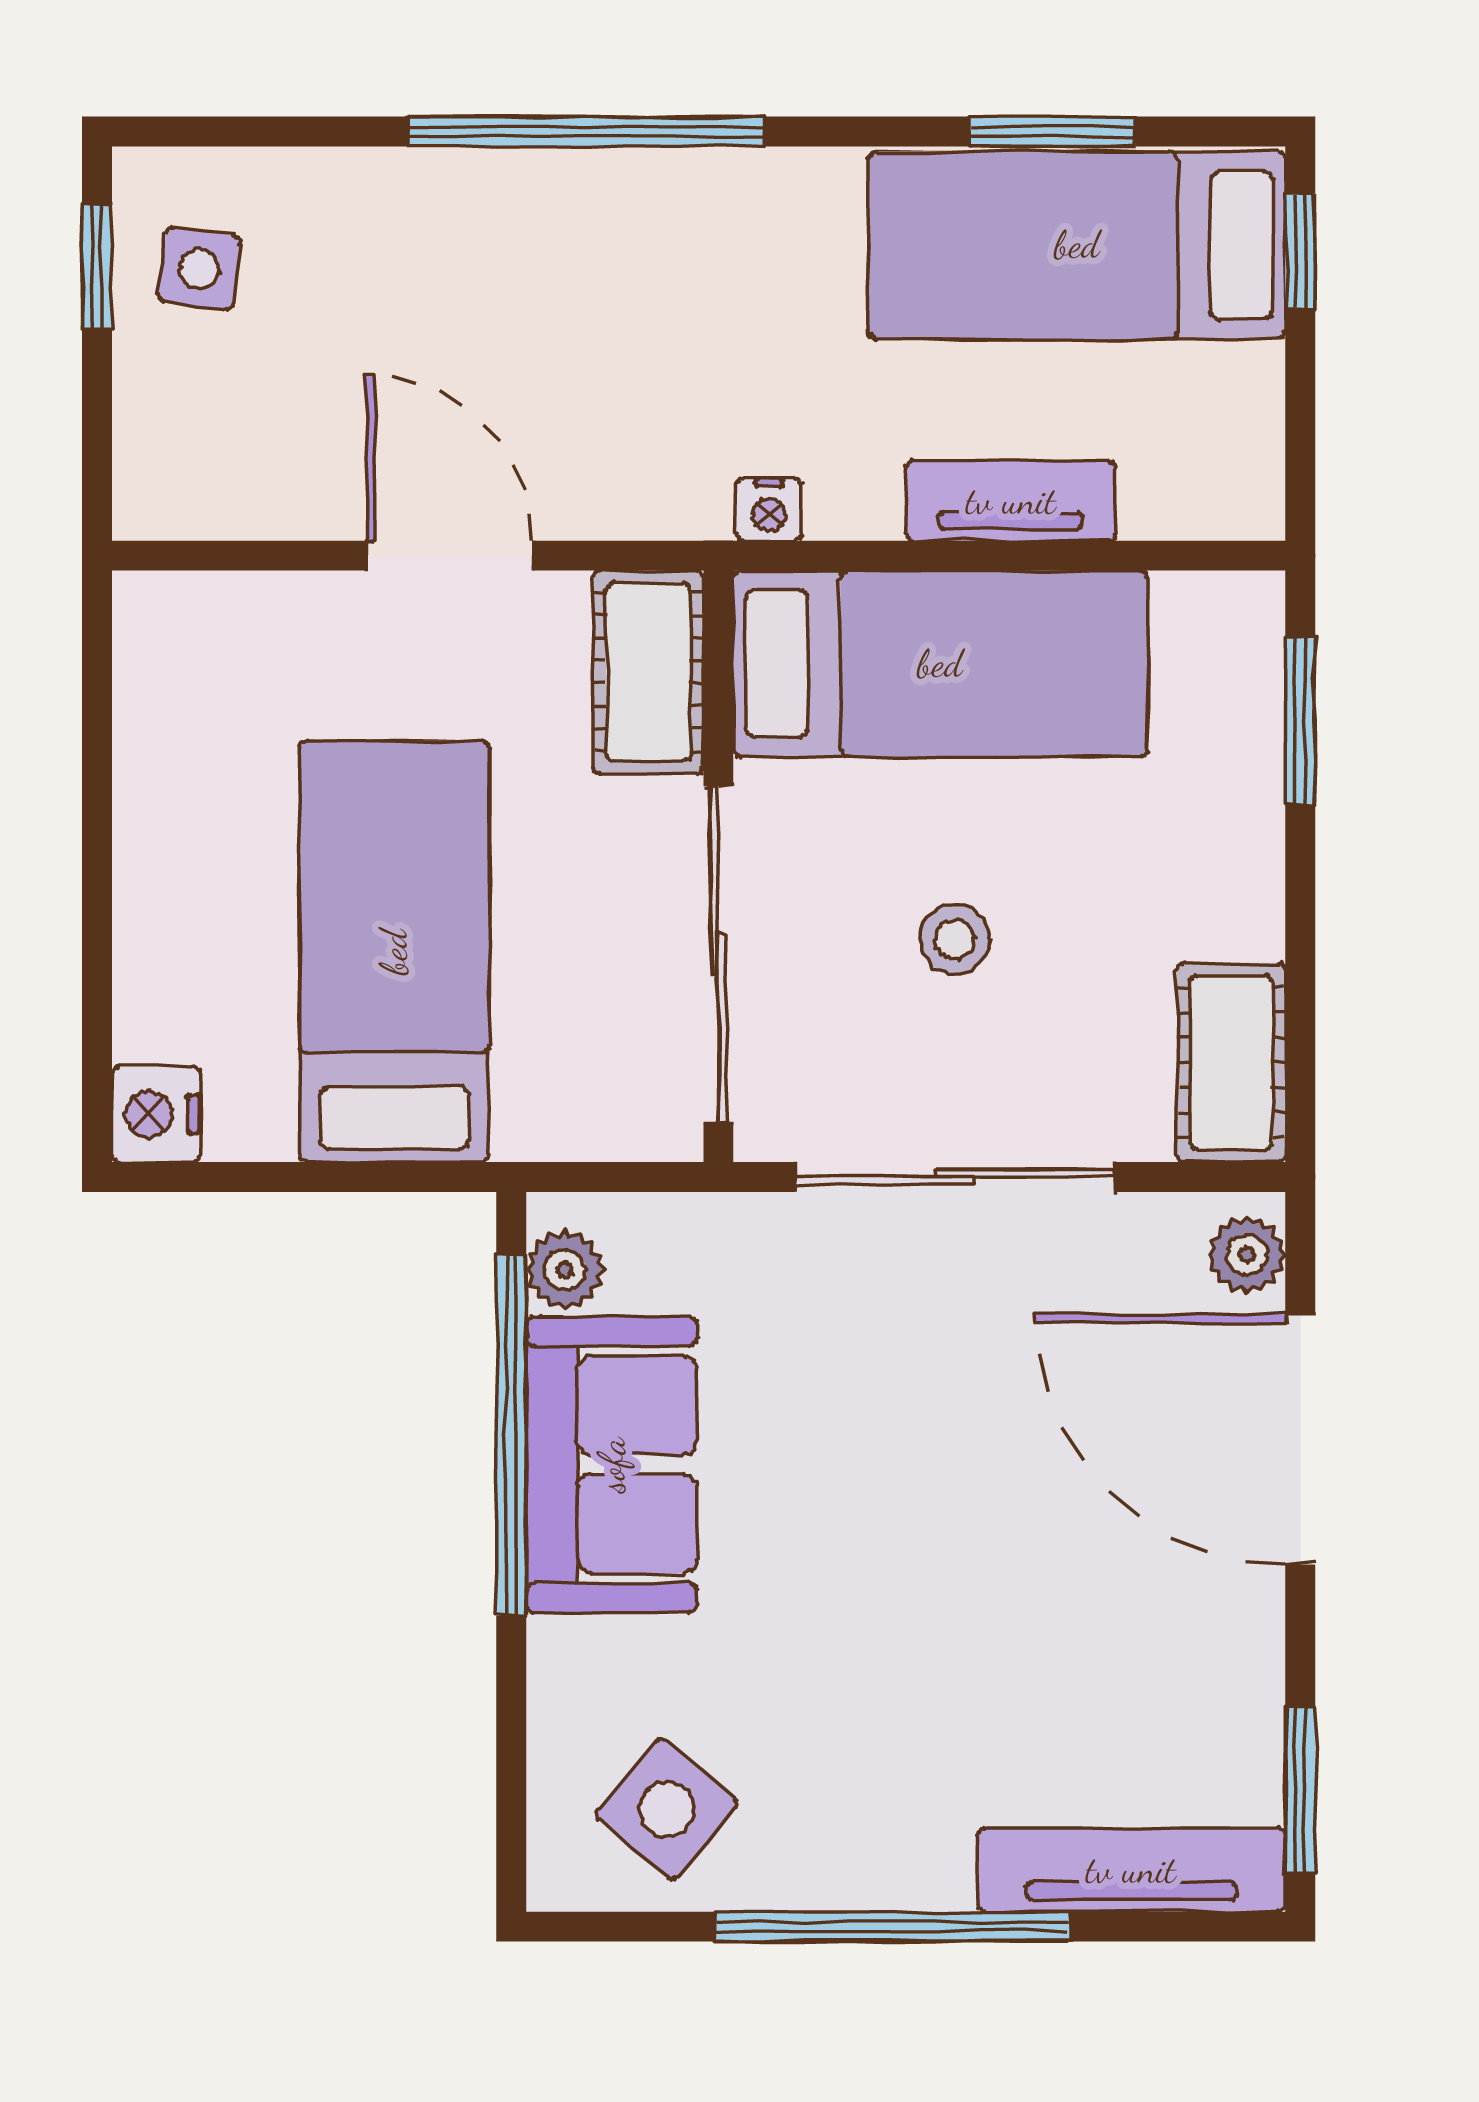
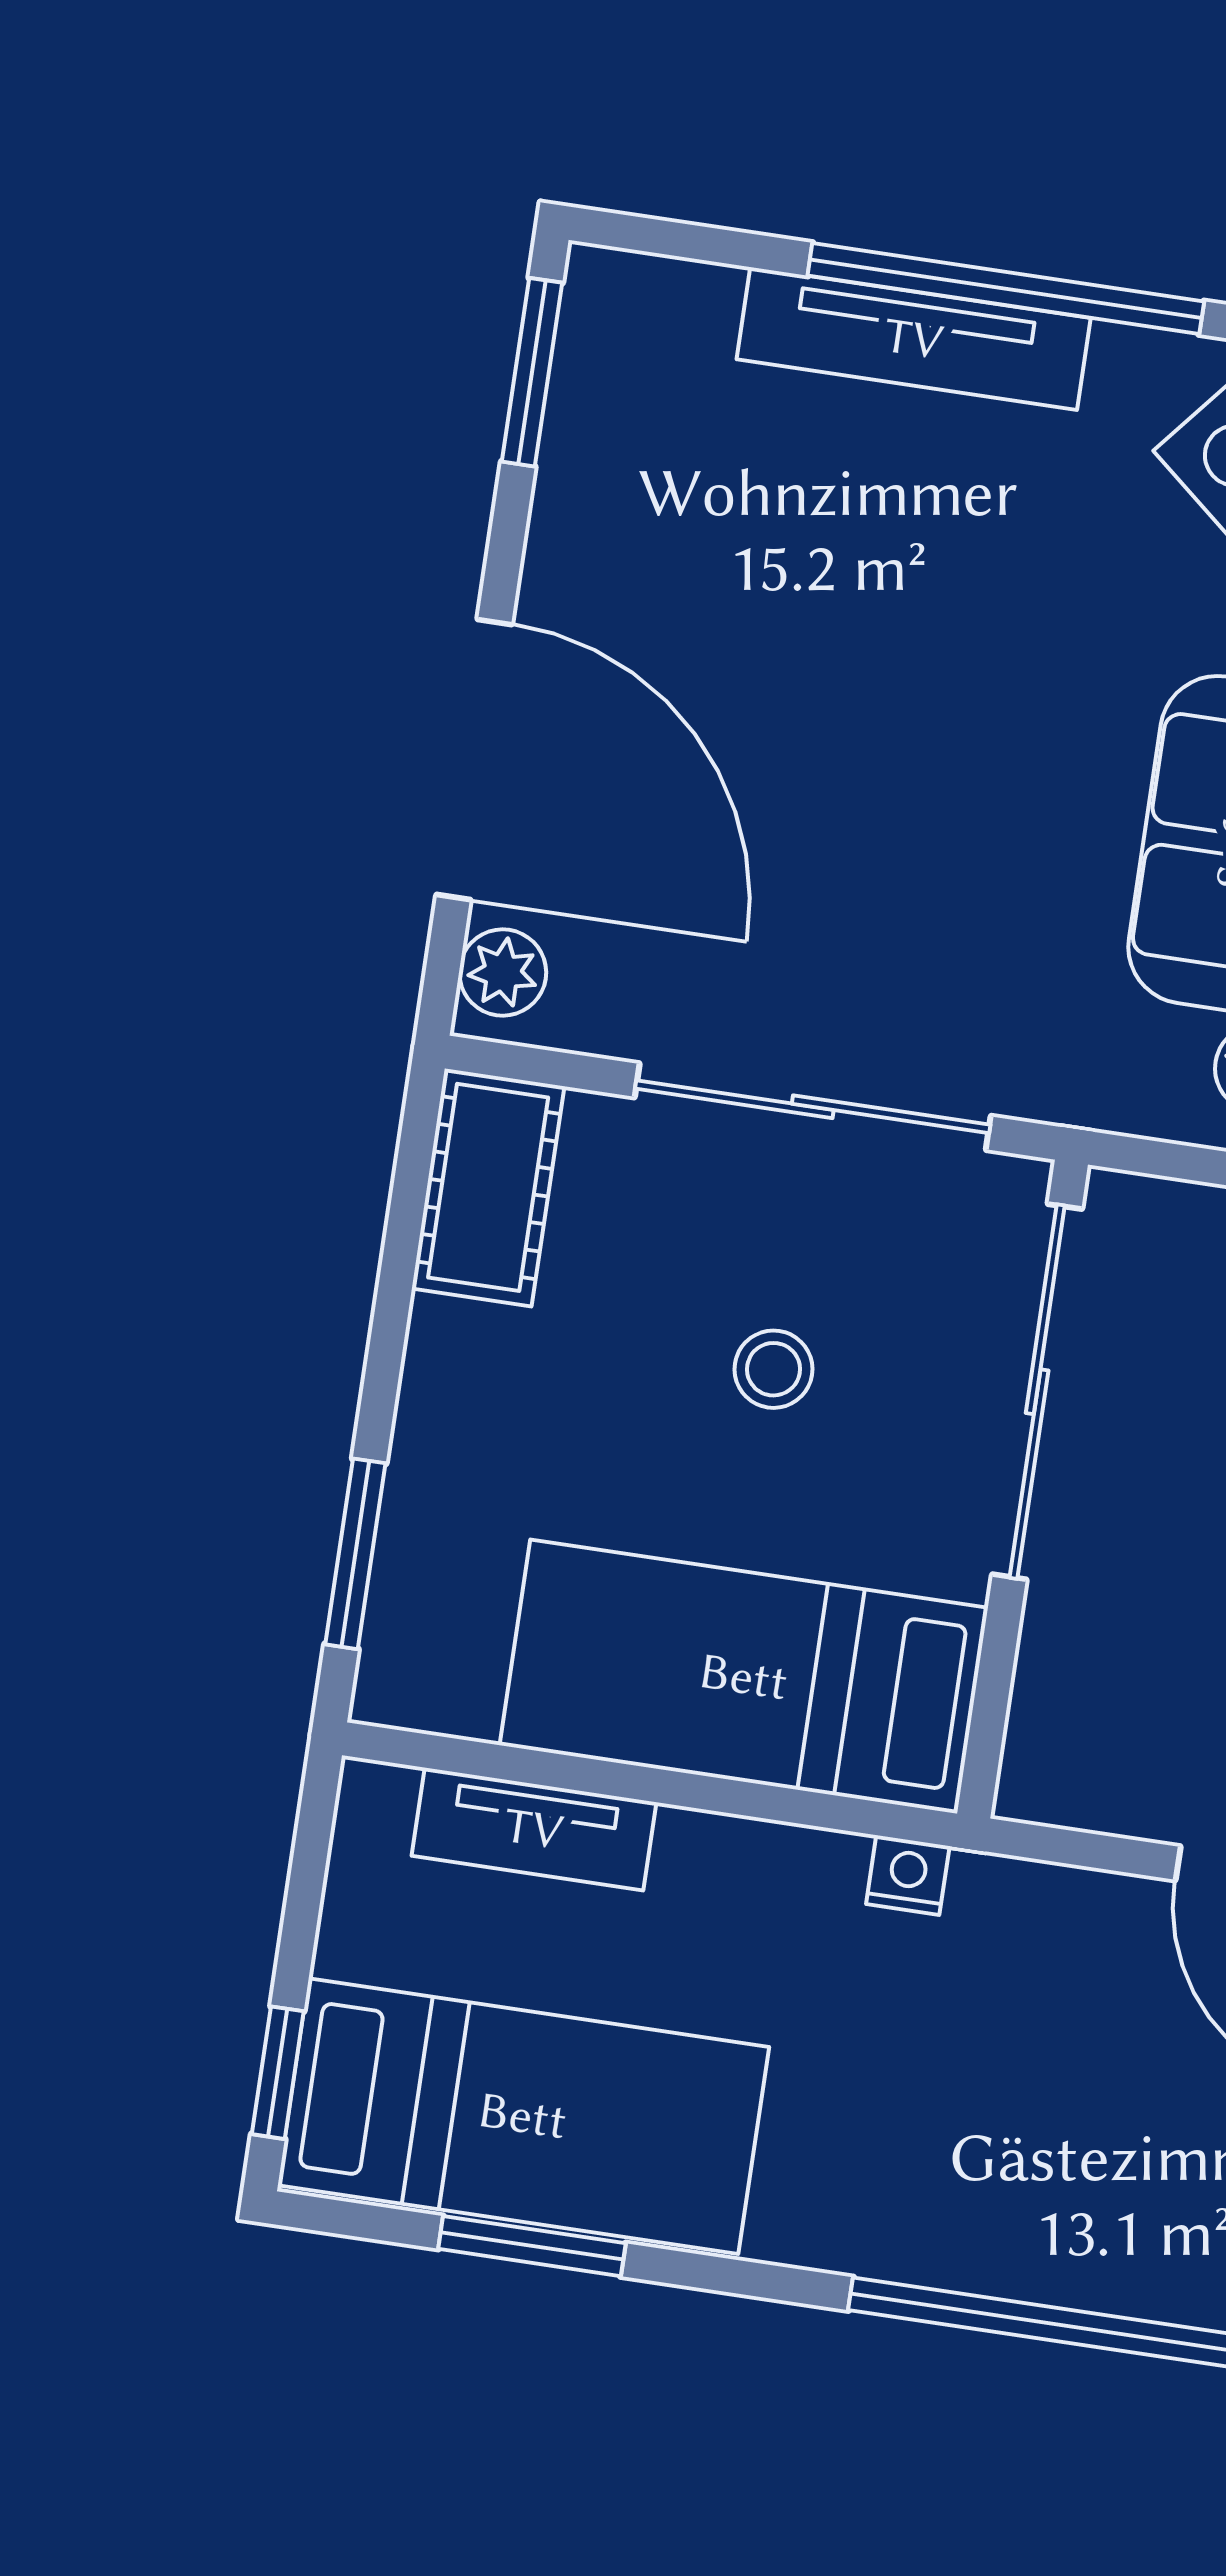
tv unit: (1011, 501) -> (534, 1829), moved
cot: (648, 672) -> (1068, 1715), removed
tv unit: (1131, 1870) -> (914, 339), moved

